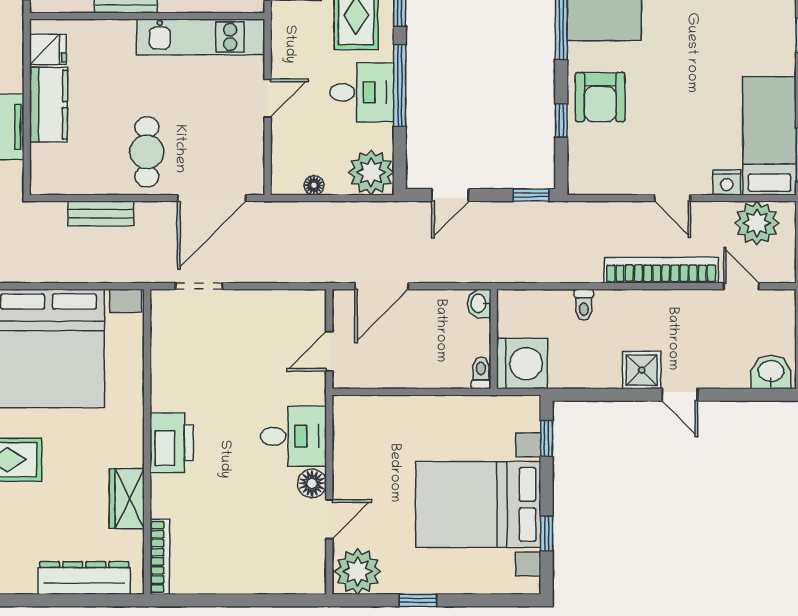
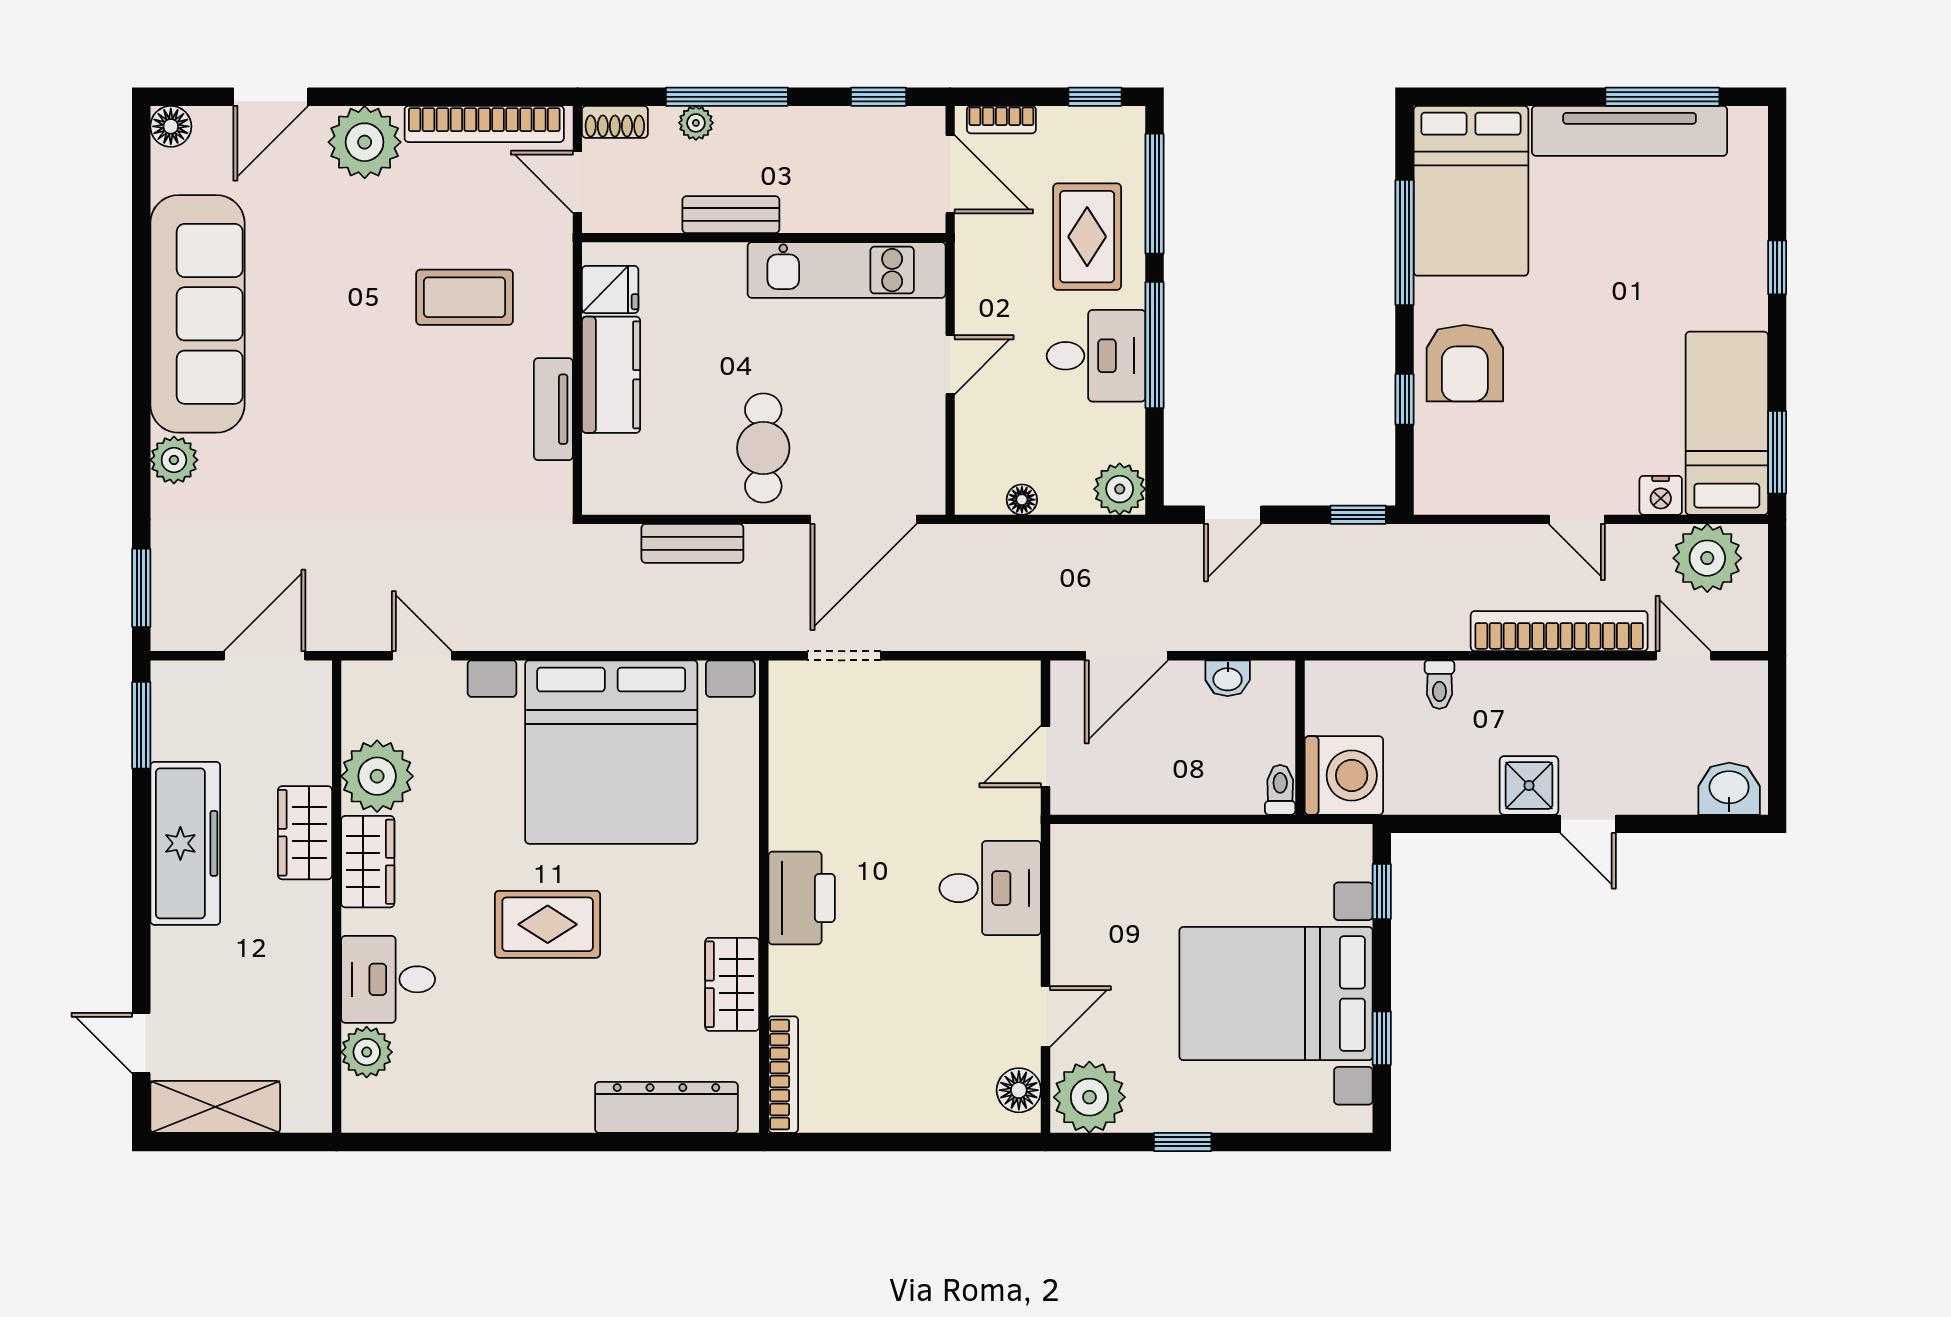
plant: (371, 172) -> (1120, 489), width x0.73, depth x0.73
washbasin: (479, 303) -> (1228, 678), moved, turned -90
floor lamp: (312, 483) -> (1019, 1090), moved

